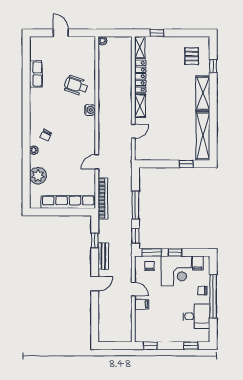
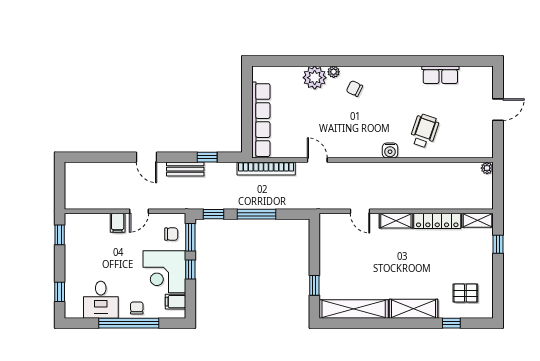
plant: (38, 176) -> (315, 78), moved

